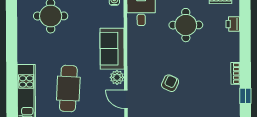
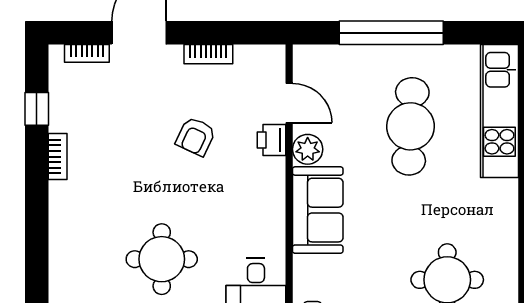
printer: (233, 24) -> (271, 140), moved, turned 180

